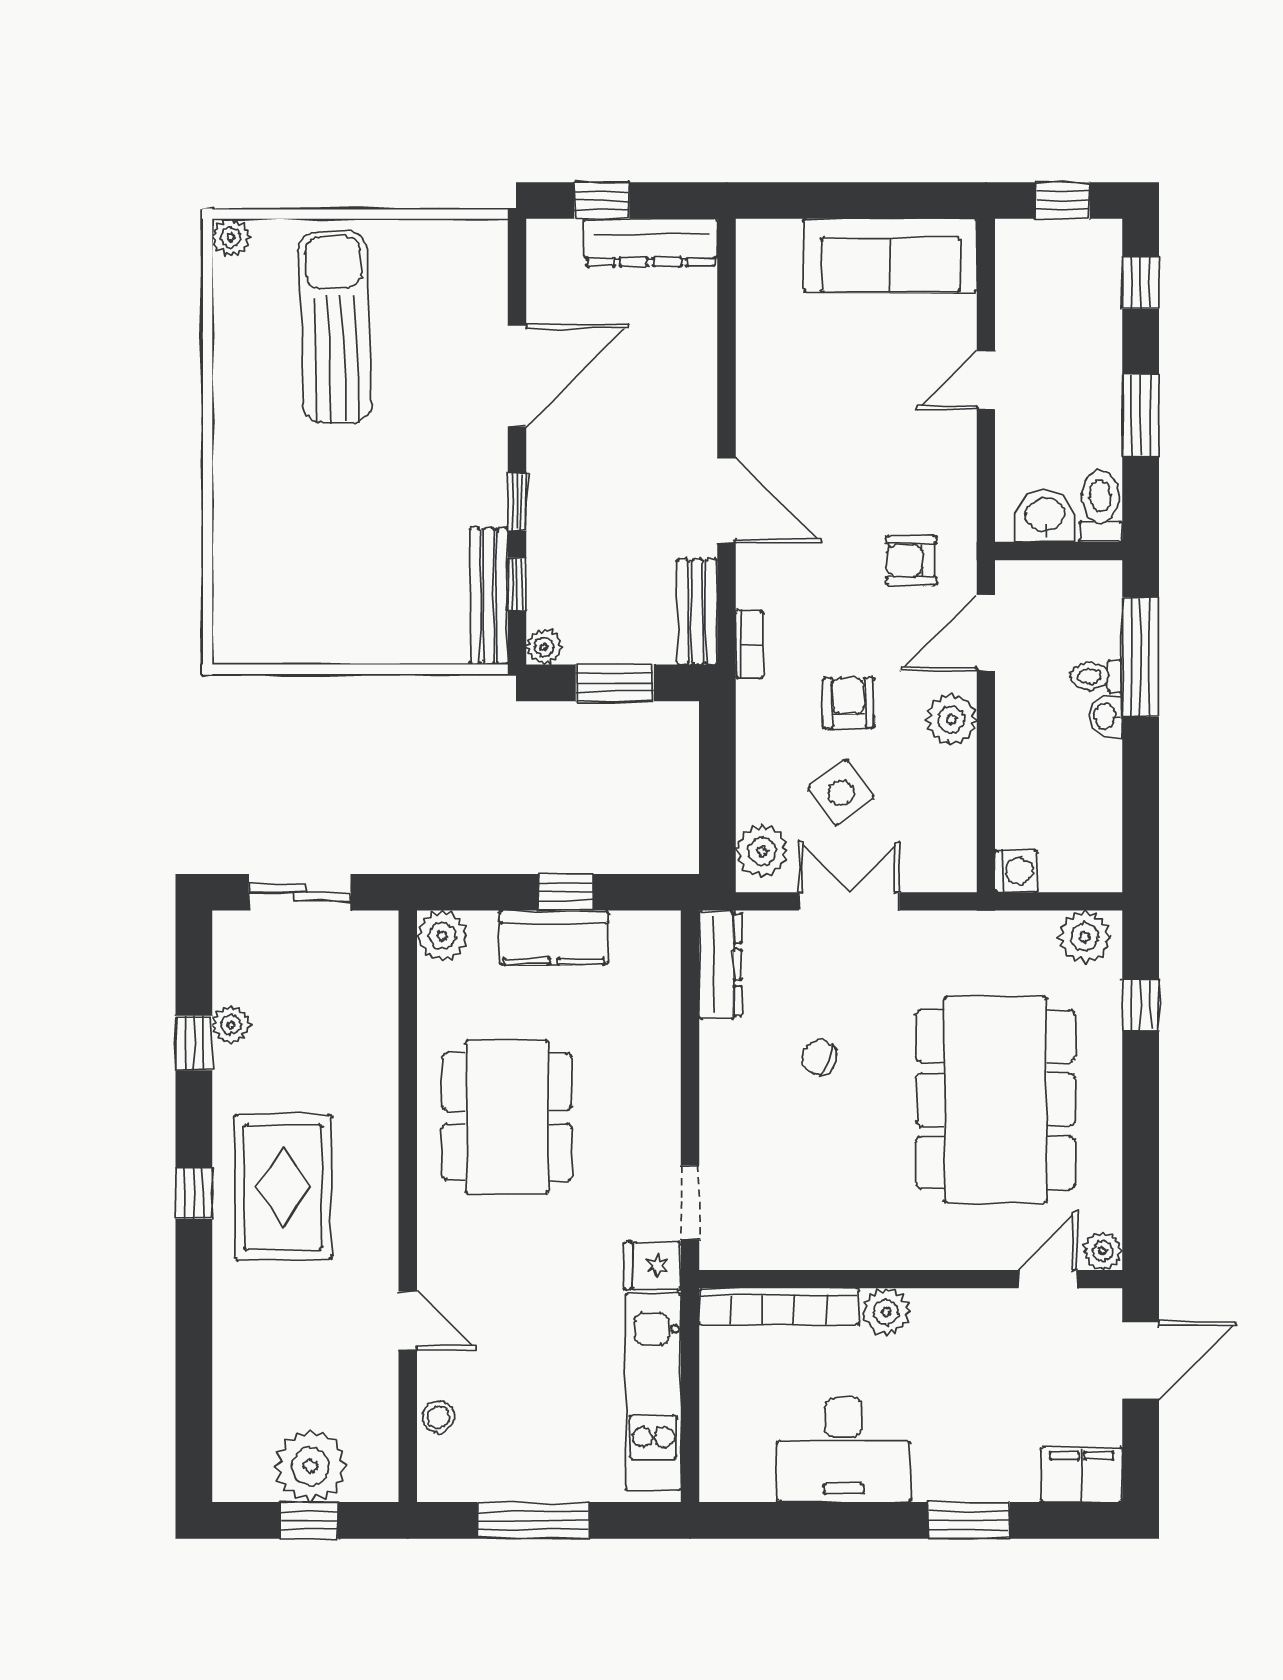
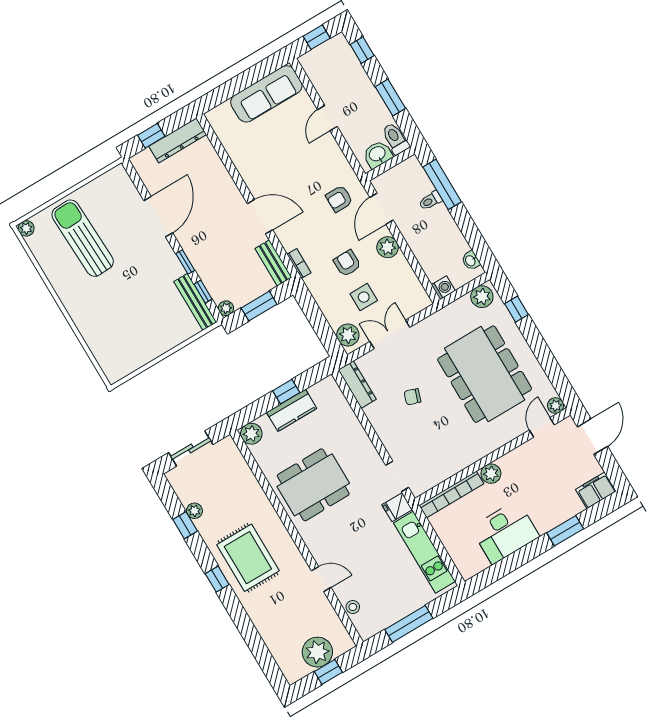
washbasin: (1106, 716) -> (471, 261), moved
side table: (841, 793) -> (364, 297), turned 37
dining table: (507, 1117) -> (313, 485), turned 90

